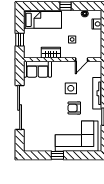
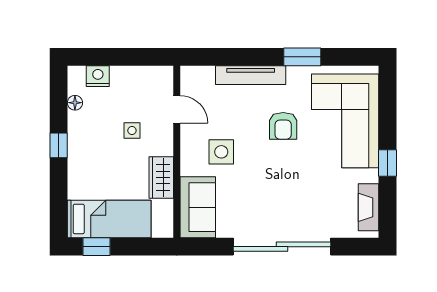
bed: (42, 20) -> (109, 219), moved, turned 90
window: (20, 40) -> (97, 247), moved
side table: (71, 88) -> (221, 152), moved
fireplace: (37, 147) -> (368, 207), added

